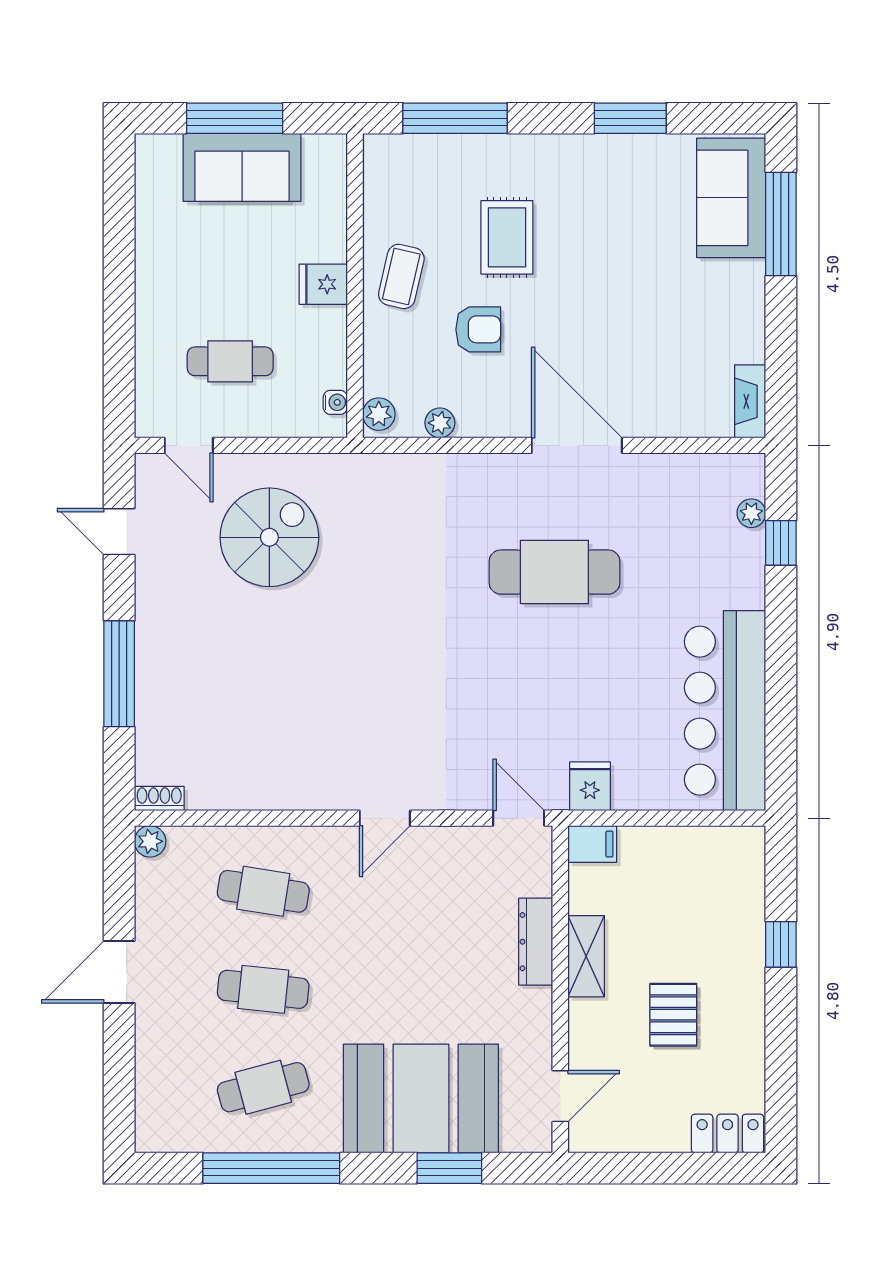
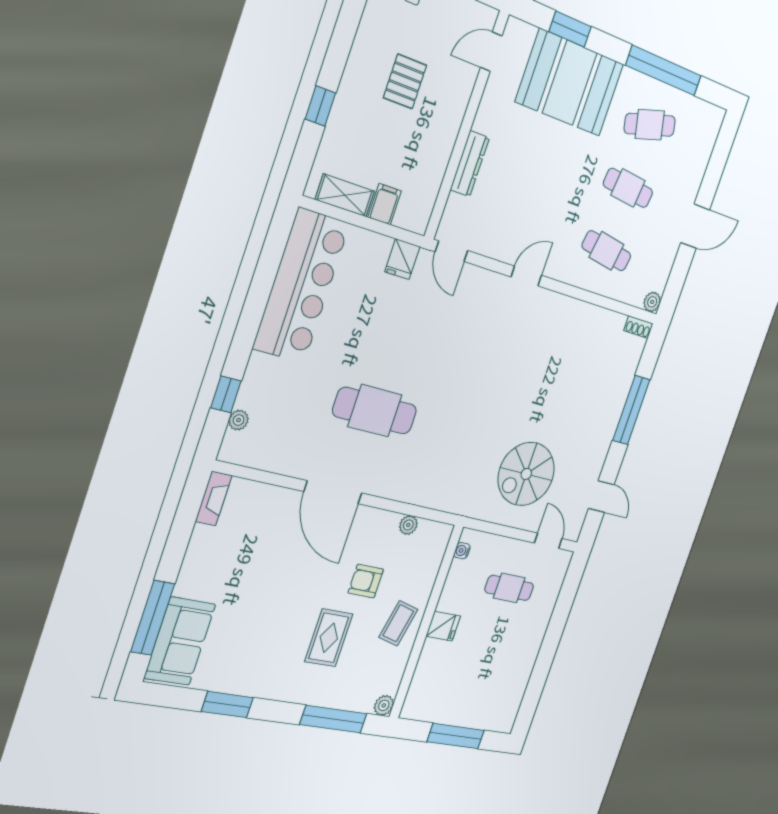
sofa: (242, 167) -> (462, 705), removed
plant: (379, 414) -> (384, 705), moved
filing cabinet: (592, 844) -> (385, 204), moved, turned 90
shelving: (586, 956) -> (345, 195), moved, turned 90

